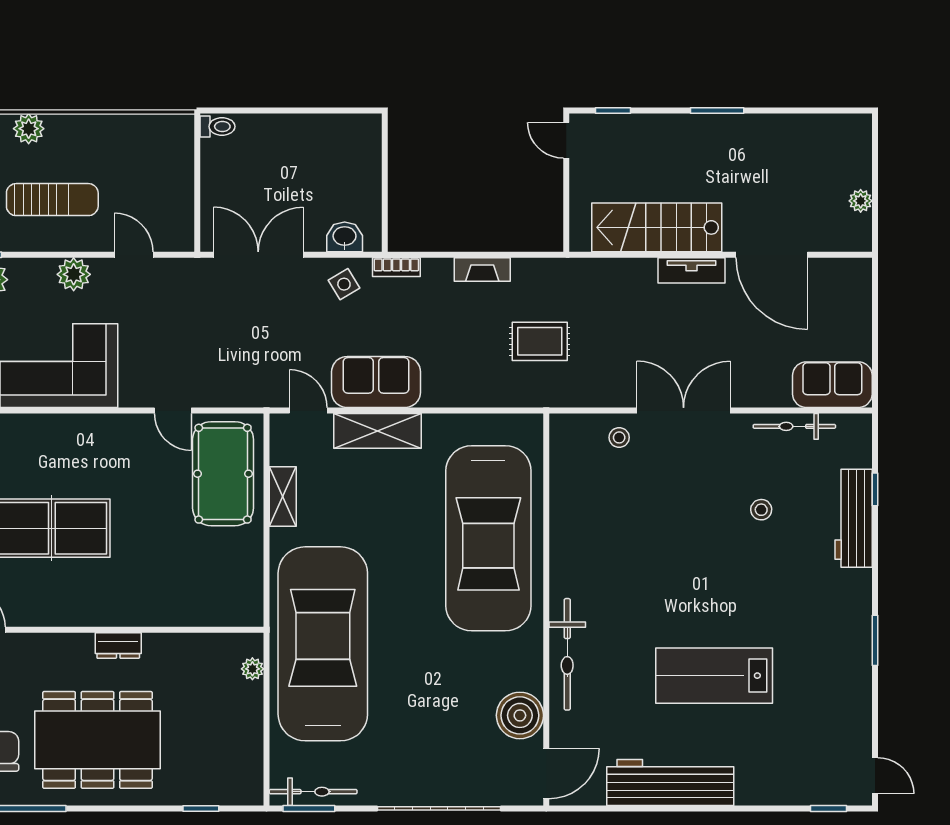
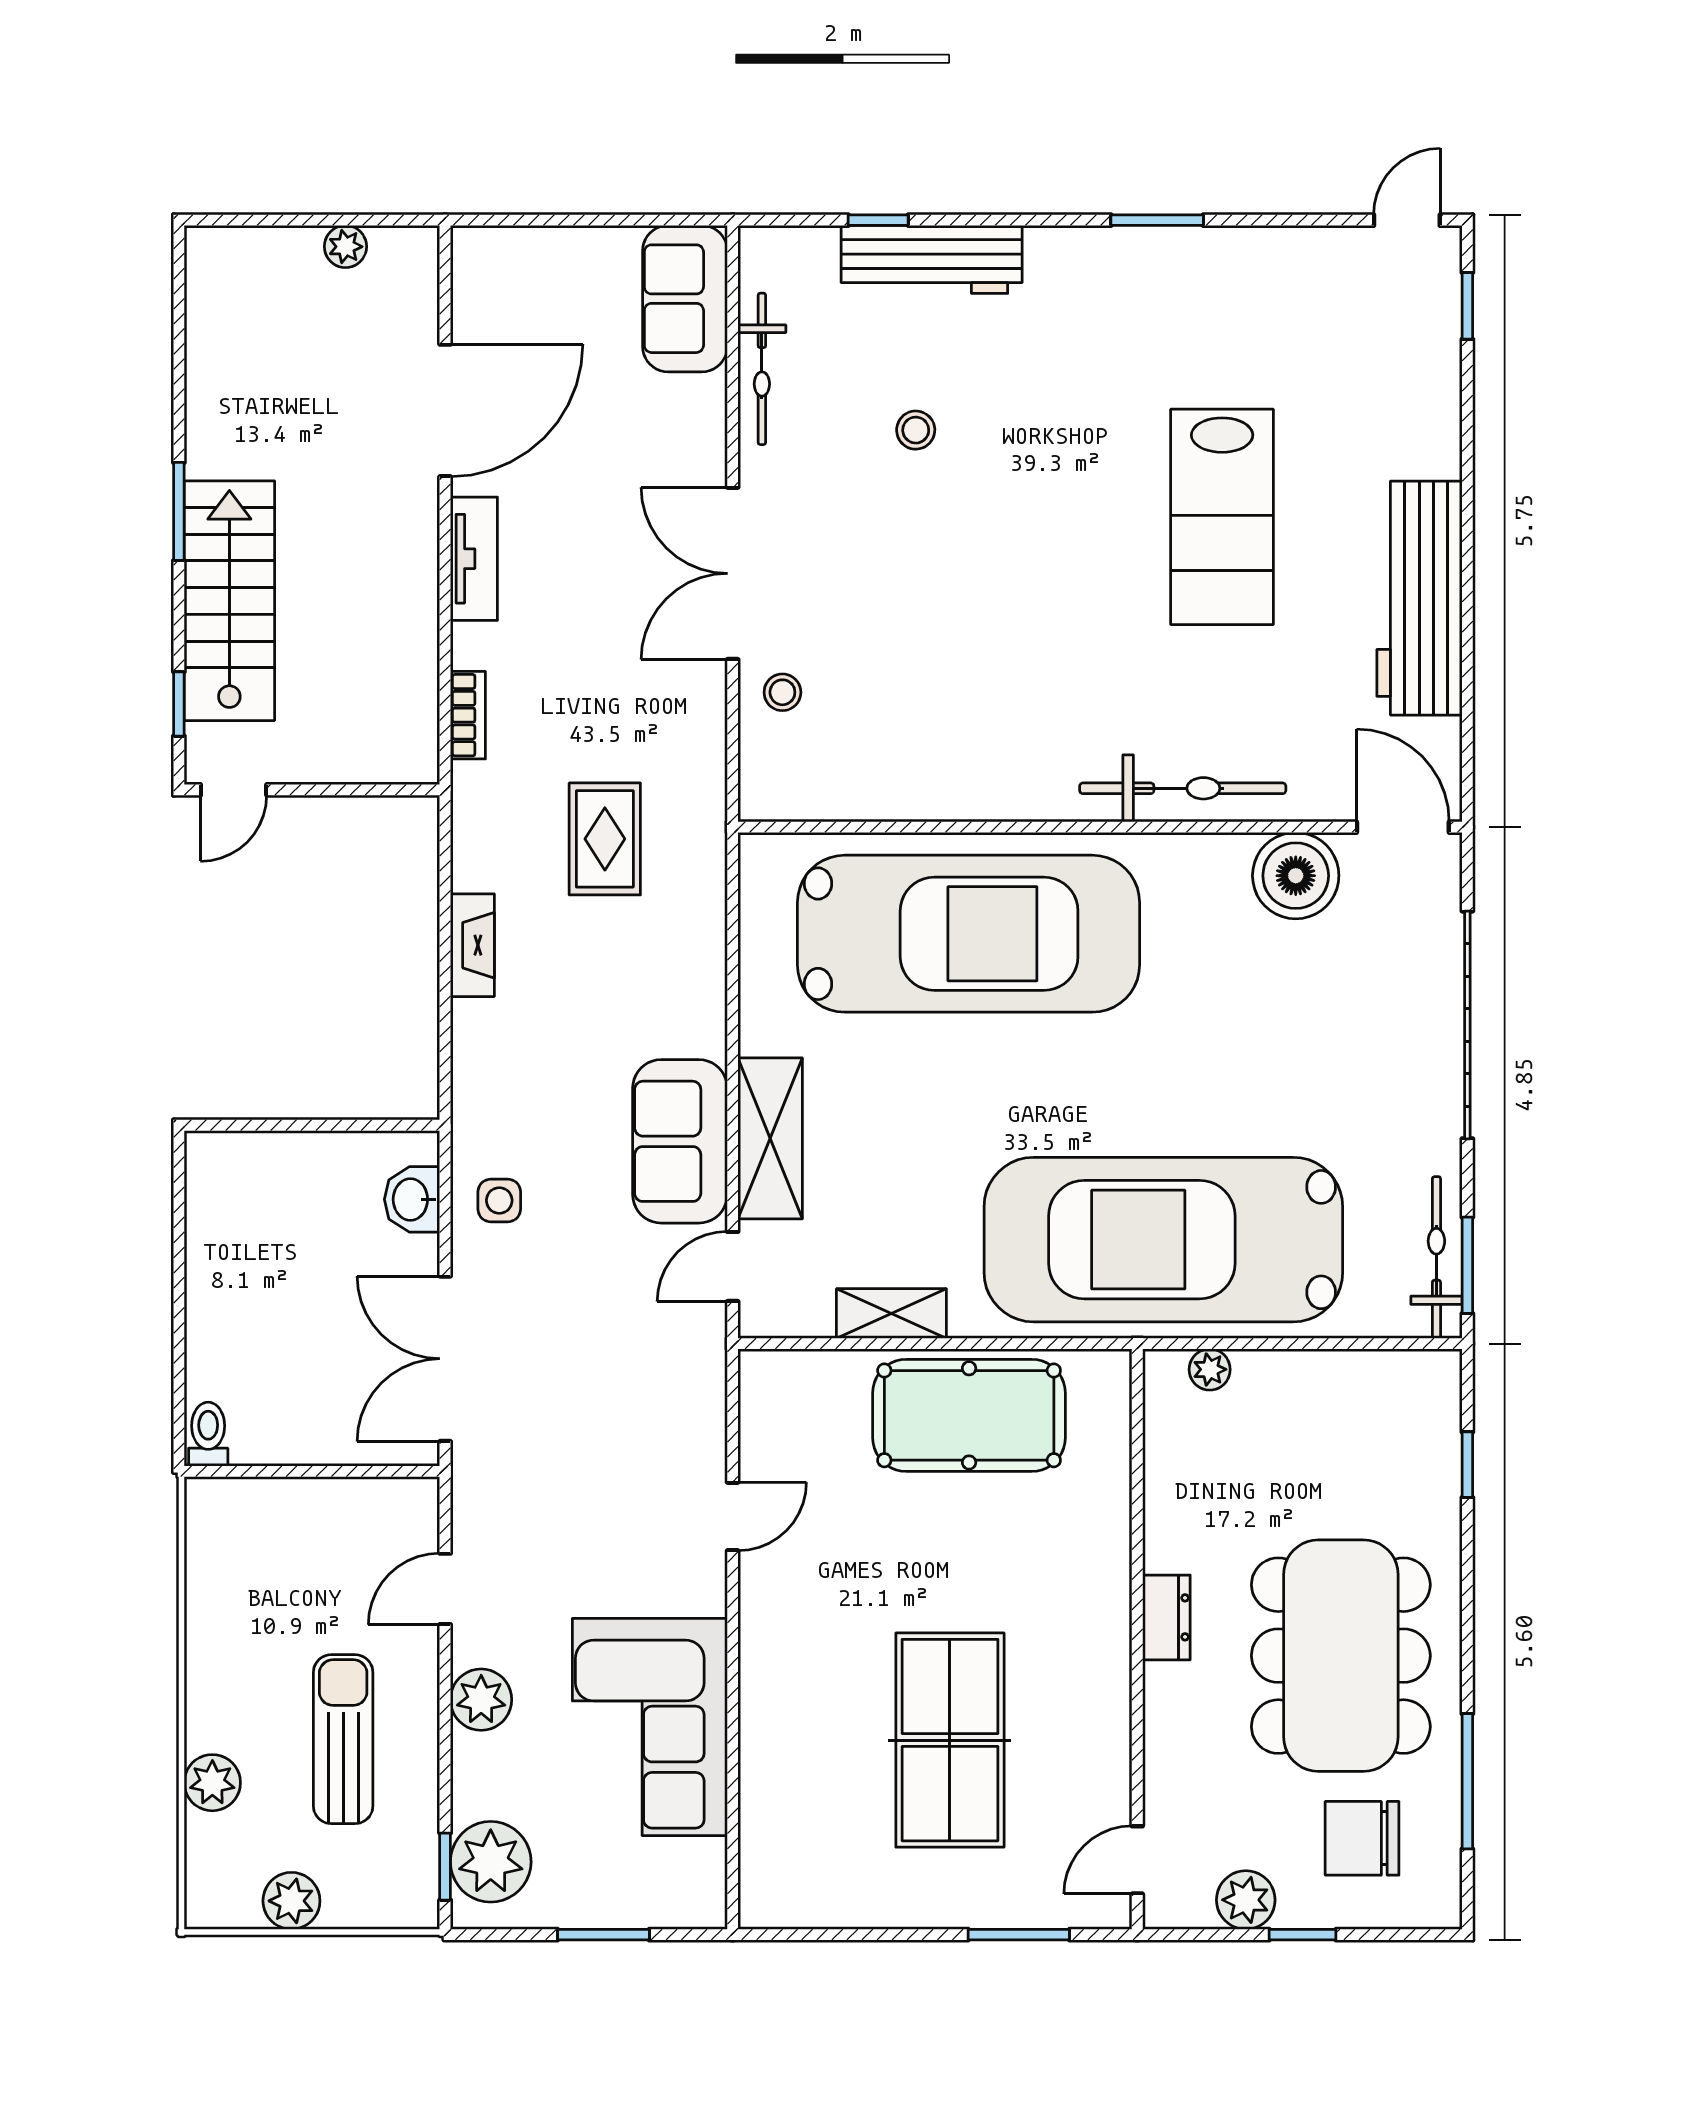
stairs: (657, 227) -> (229, 601), moved, turned 180
bookcase: (396, 267) -> (468, 715), moved
side table: (344, 284) -> (499, 1200), turned 31
pool table: (223, 474) -> (969, 1415), moved

